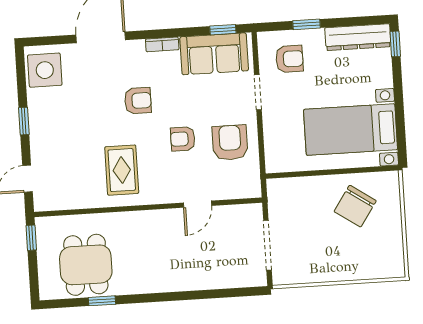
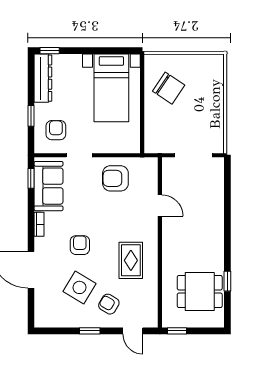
side table: (45, 70) -> (79, 287), moved, turned 31
armchair: (183, 139) -> (109, 304), moved, turned 121
rug: (122, 170) -> (131, 260), turned 90

